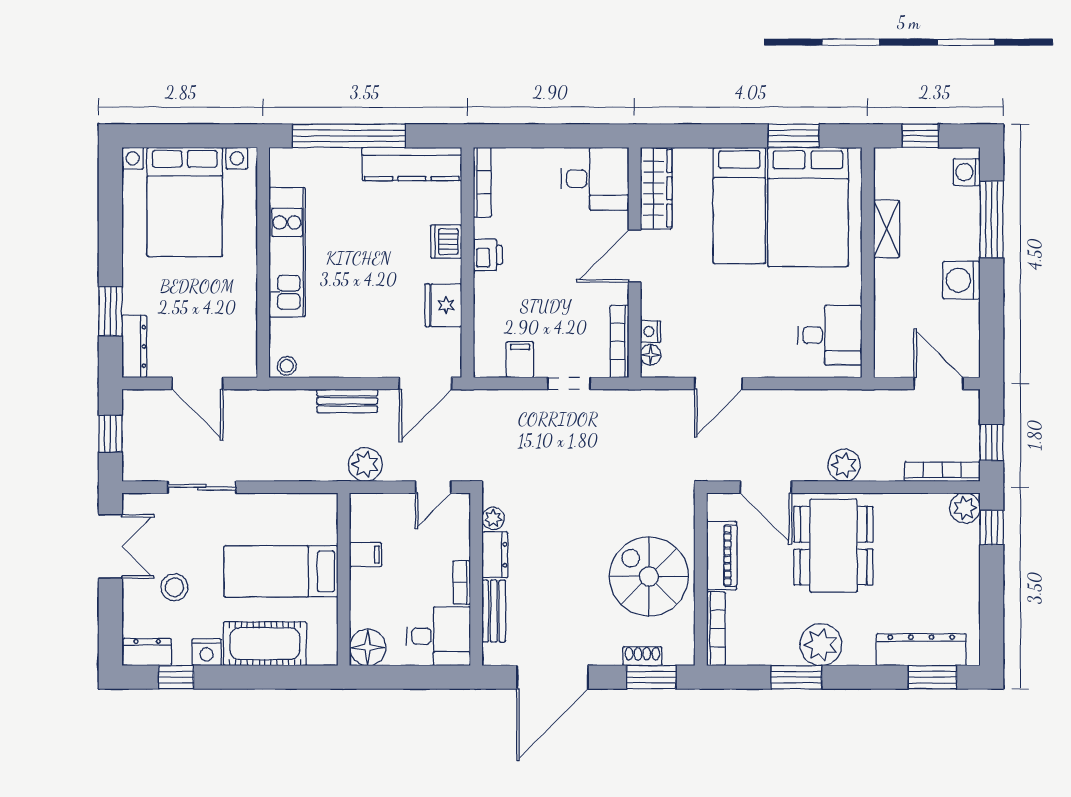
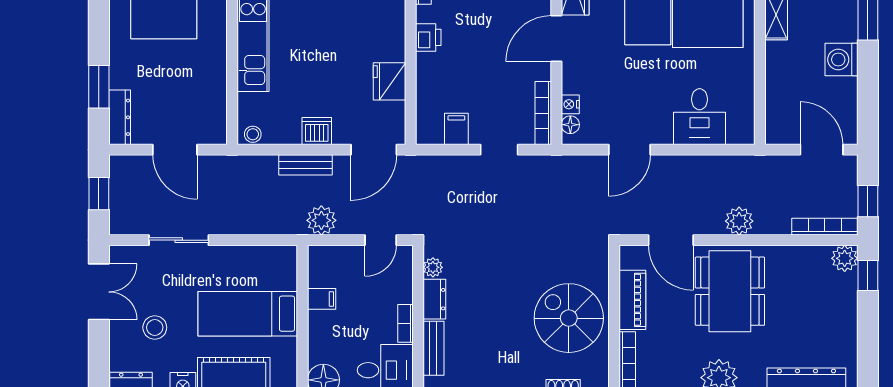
dishwasher: (446, 242) -> (317, 131), moved, turned 90
desk: (830, 335) -> (699, 117), moved, turned 90

